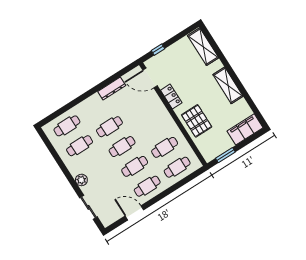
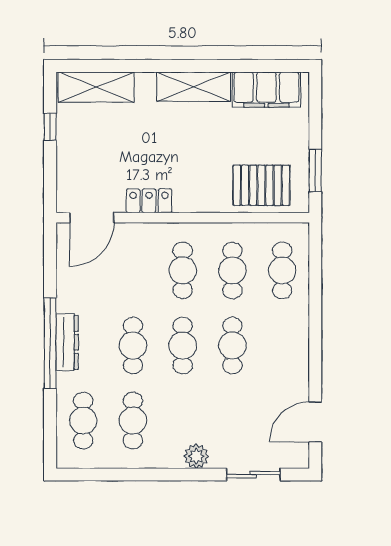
window: (158, 50) -> (50, 127), moved
dresser: (112, 89) -> (67, 342), moved
window: (89, 93) -> (50, 343), added
pallet: (197, 121) -> (261, 185), moved
filing cabinet: (245, 129) -> (266, 90), moved, turned -90
cafe table: (147, 186) -> (183, 270), moved
door: (134, 213) -> (315, 422), moved

